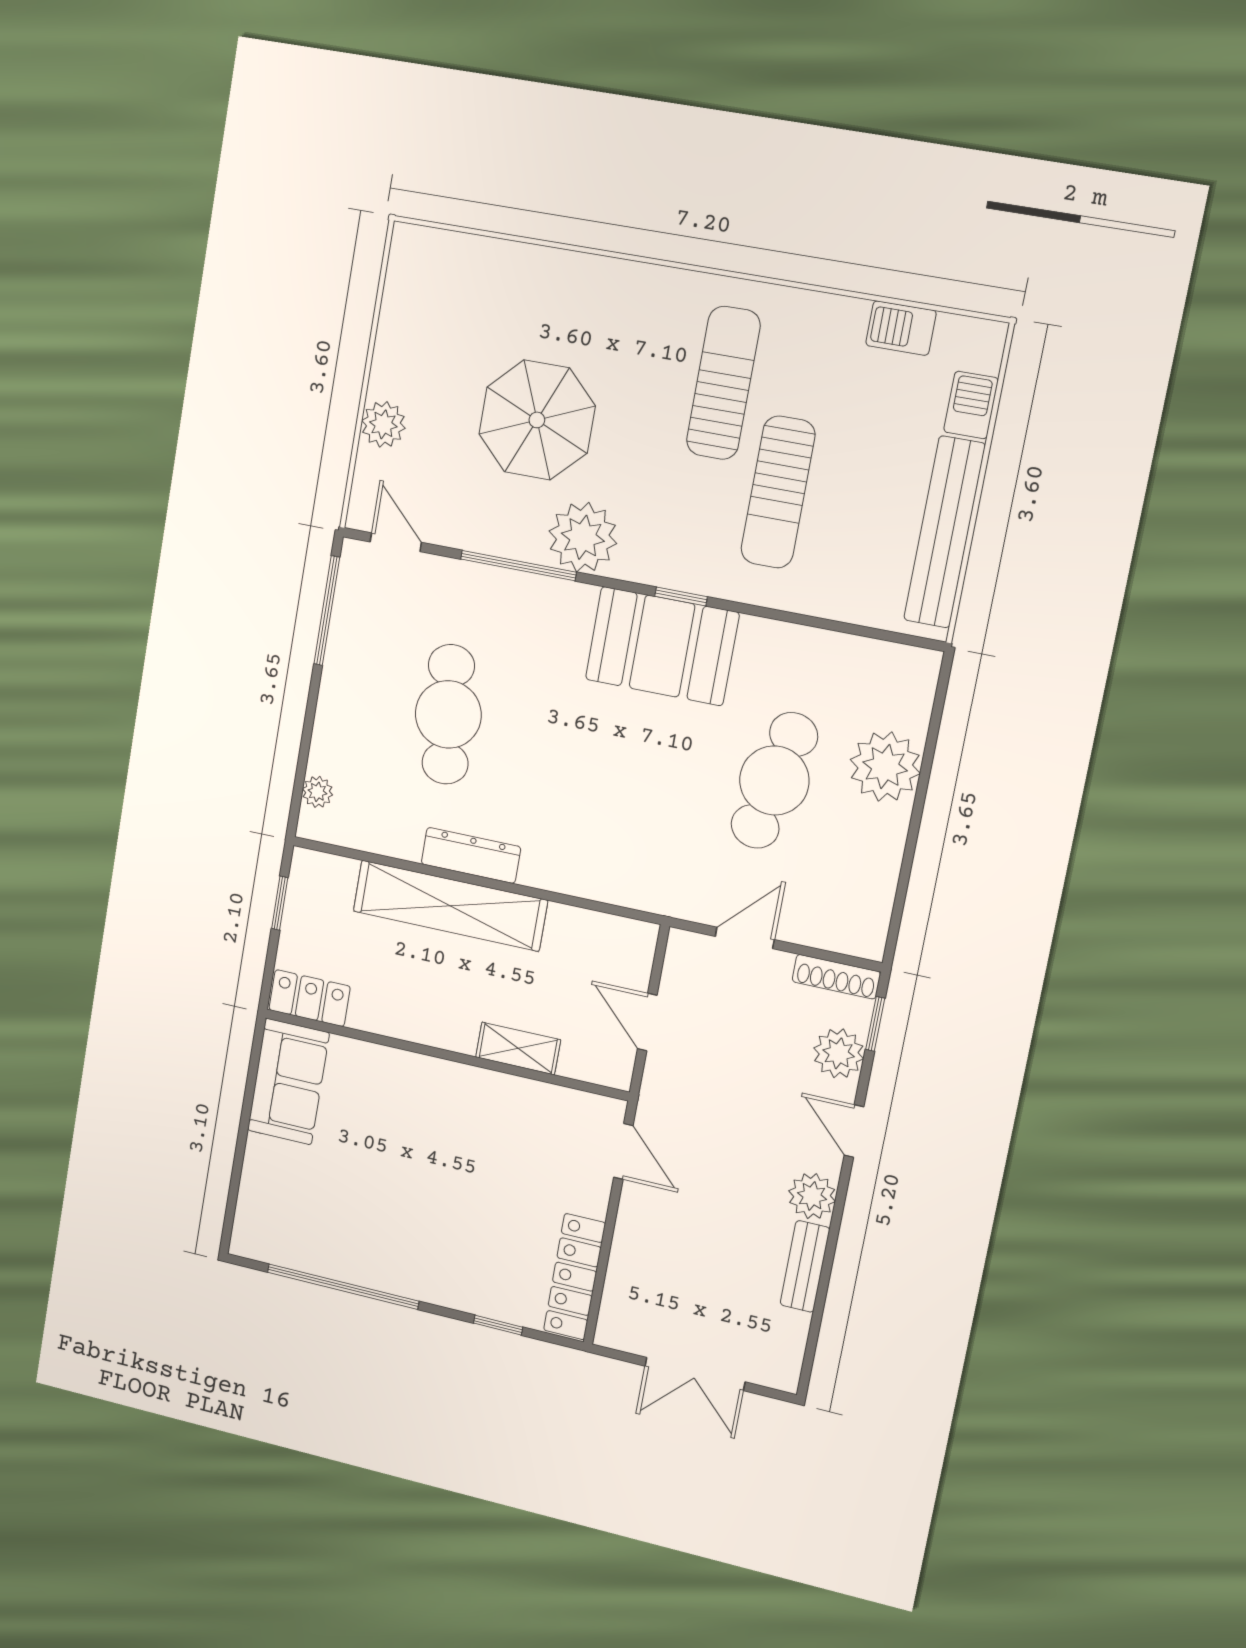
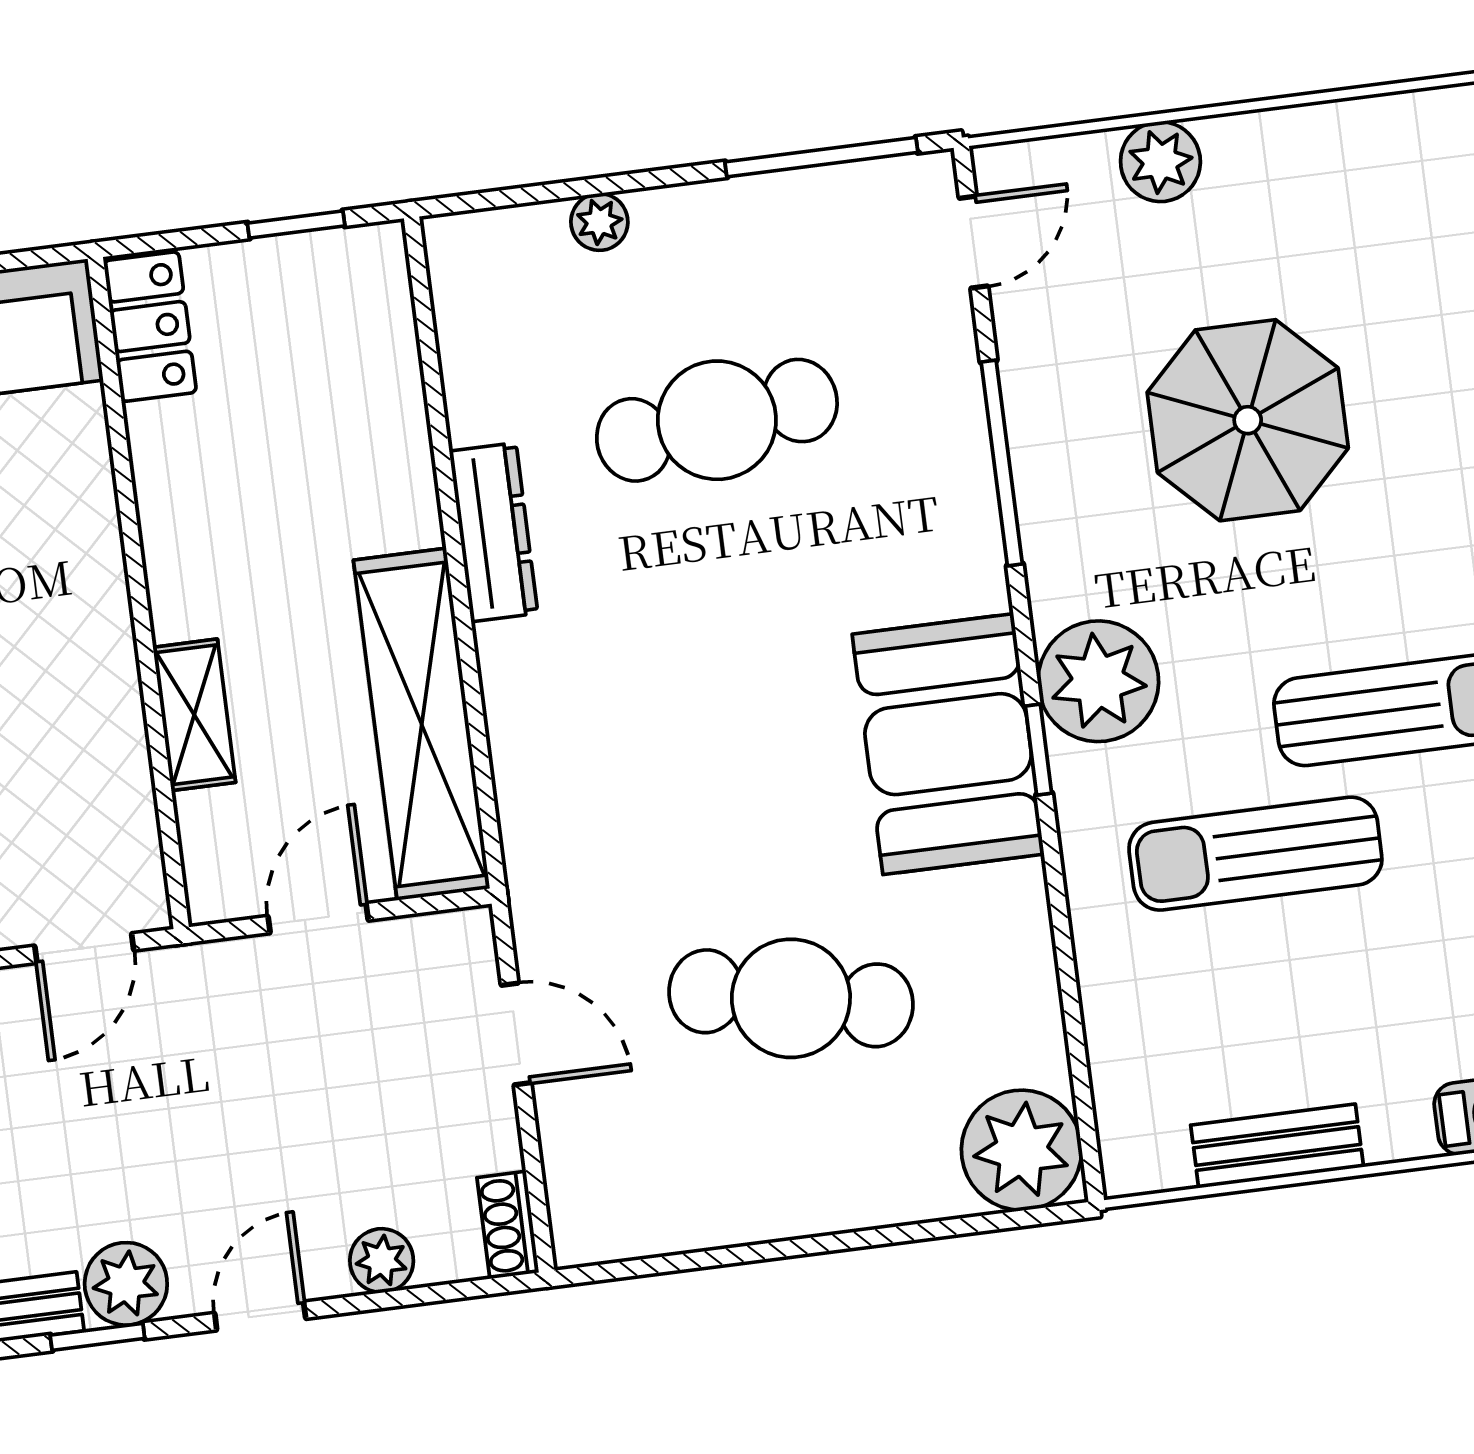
bench: (944, 532) -> (1277, 1146), width x0.54, depth x0.82
plant: (583, 537) -> (1098, 681), moved
plant: (885, 766) -> (1022, 1150), moved
plant: (317, 792) -> (599, 222), moved
shelving: (450, 906) -> (422, 724), moved
shoe rack: (836, 977) -> (508, 1225), width x0.70
window: (875, 1024) -> (97, 1337), moved
plant: (839, 1053) -> (382, 1261), width x0.73, depth x0.73

